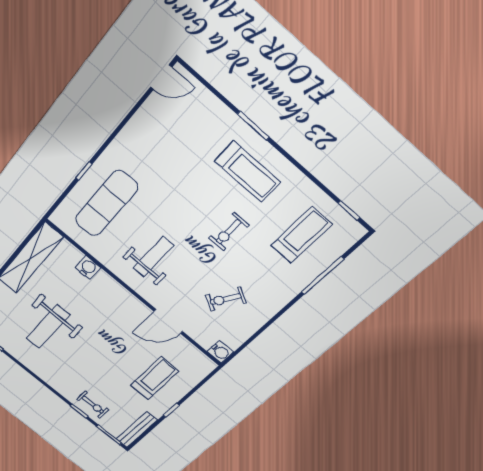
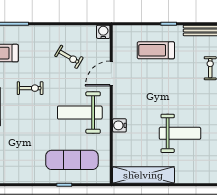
weight bench: (153, 257) -> (80, 113), width x1.36, depth x1.33
water cooler: (88, 268) -> (119, 125), moved
door: (168, 321) -> (111, 73), swing flipped

